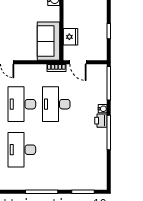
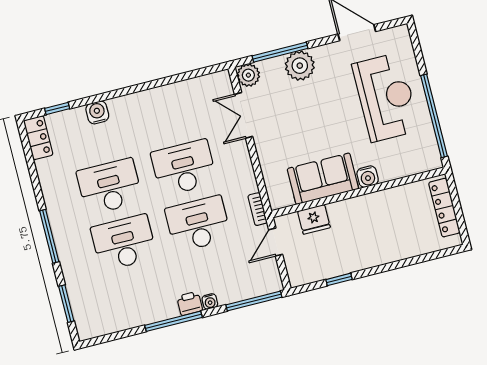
sofa: (48, 41) -> (323, 179), moved
desk: (56, 150) -> (124, 243), added

